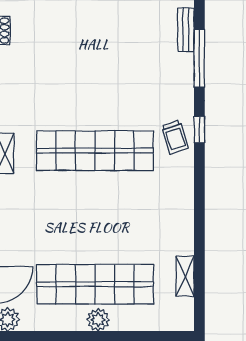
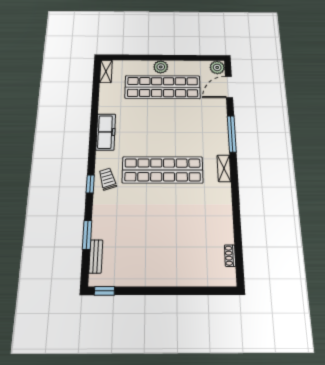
window: (199, 58) -> (87, 235), width x0.69
freezer: (181, 209) -> (106, 132), added
shelving: (185, 276) -> (106, 71), moved

